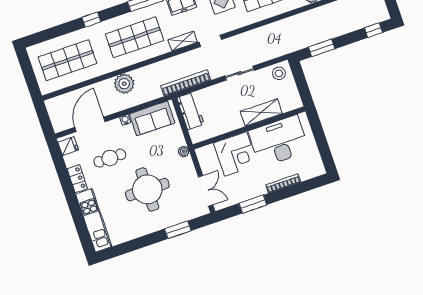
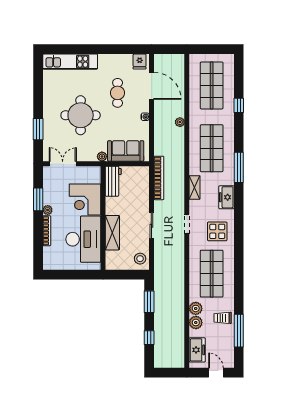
window: (91, 20) -> (239, 105), moved
window: (374, 30) -> (149, 338), moved
doorway: (210, 41) -> (187, 224), moved
plant: (124, 84) -> (180, 122), width x0.53, depth x0.53
workbench: (190, 111) -> (113, 181), moved, turned -90
sofa: (152, 118) -> (126, 151), moved, turned 90
locker: (77, 179) -> (110, 60), removed
plant: (261, 190) -> (48, 210), added
double door: (206, 191) -> (63, 164), swing flipped

